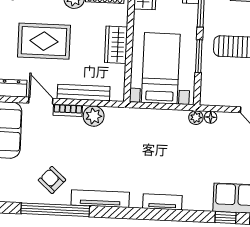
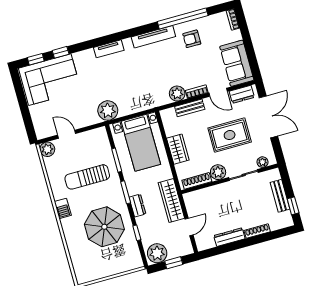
bench: (84, 93) -> (190, 108), width x0.73
plant: (196, 117) -> (108, 111), width x1.88, depth x1.88
floor lamp: (211, 117) -> (94, 120), removed
armchair: (52, 180) -> (192, 39), turned 138

